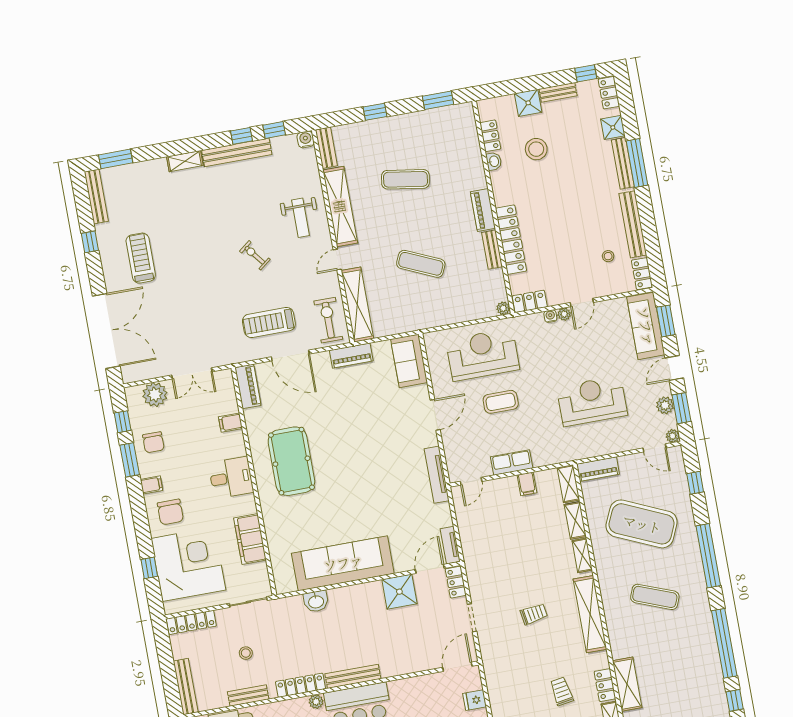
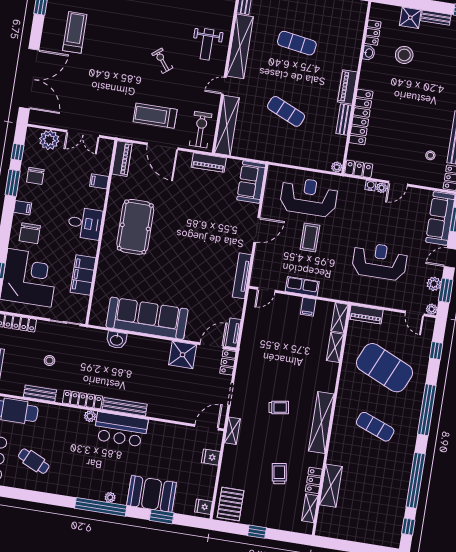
coffee table: (501, 402) -> (310, 237), turned 90
shelving: (582, 555) -> (232, 431), moved

